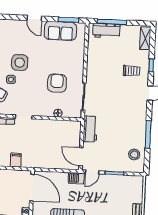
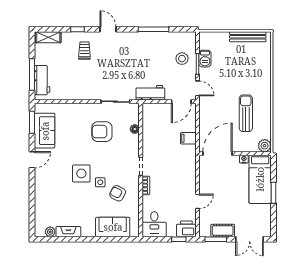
stool: (134, 154) -> (182, 59), moved
filing cabinet: (16, 160) -> (188, 138), moved
barbecue: (76, 178) -> (205, 59), moved

